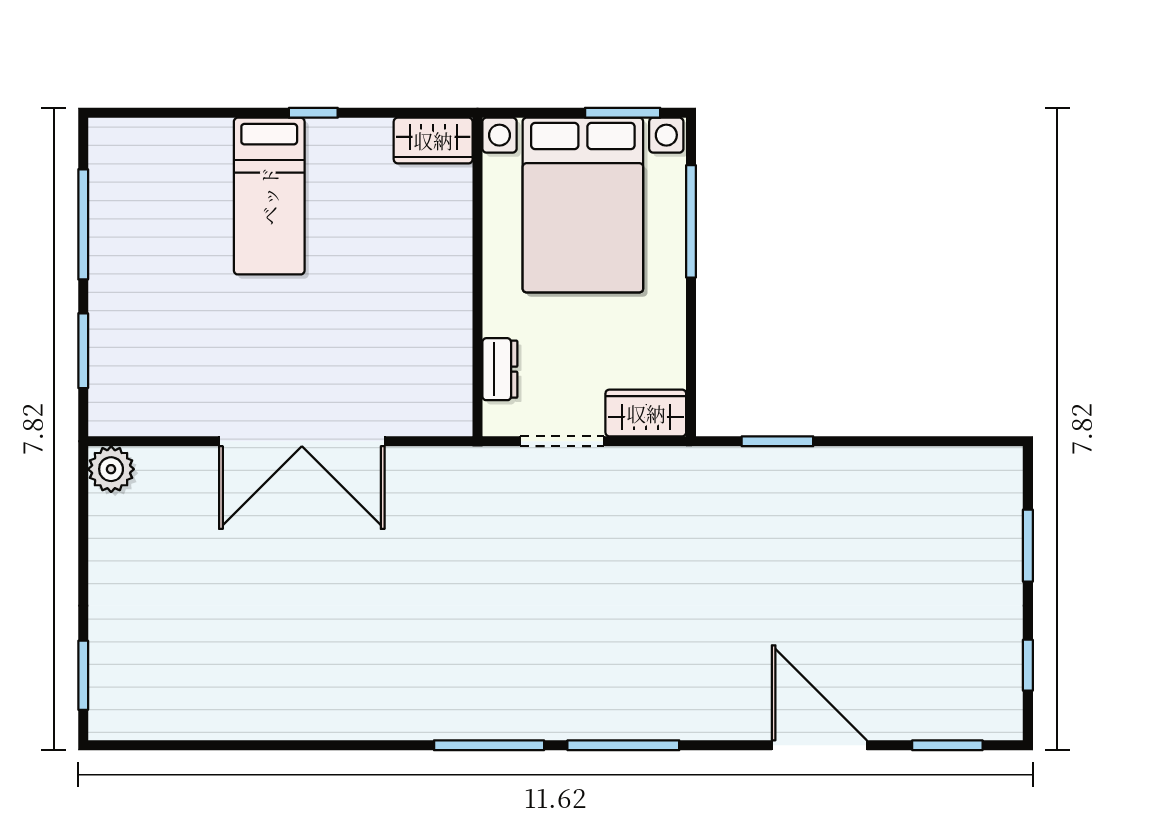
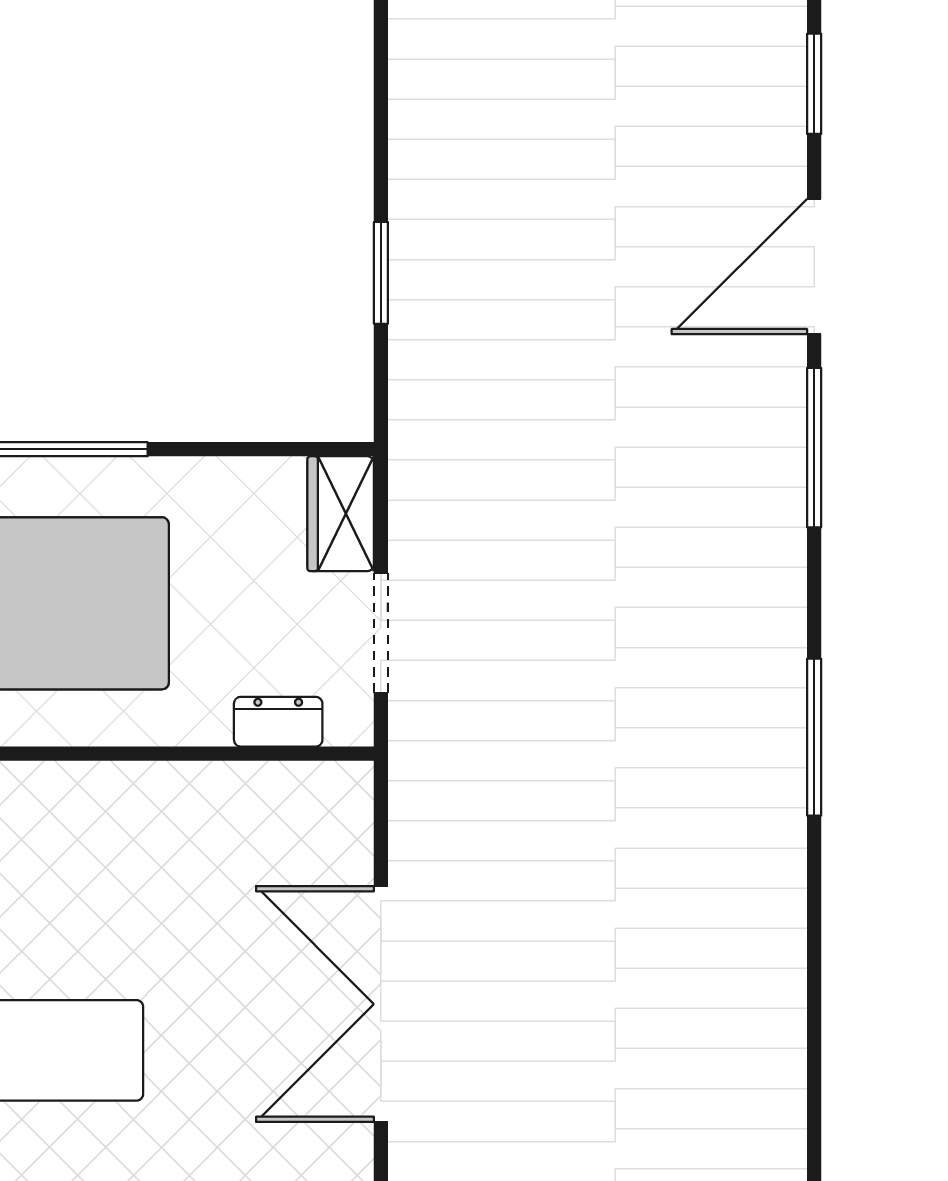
double door: (302, 441) -> (381, 1004), swing flipped
window: (777, 441) -> (381, 273), moved
window: (623, 745) -> (814, 448), moved

